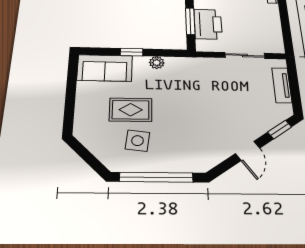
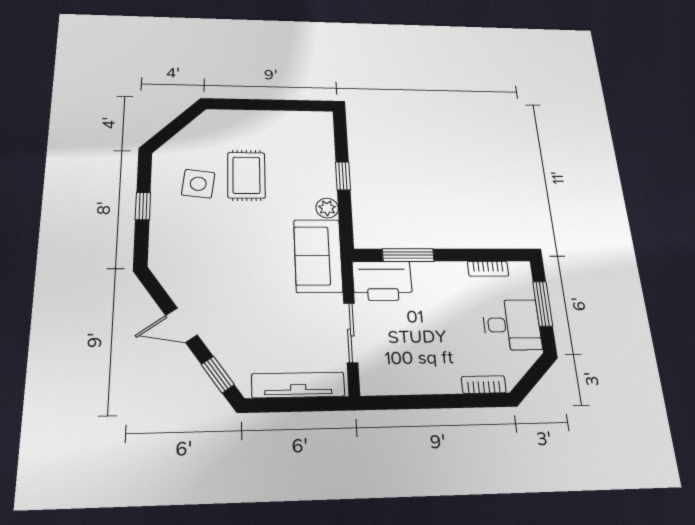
printer: (208, 24) -> (382, 281), moved
sofa: (105, 68) -> (318, 256), moved
tv unit: (282, 85) -> (298, 385), width x1.41
window: (156, 177) -> (143, 206), width x0.32

